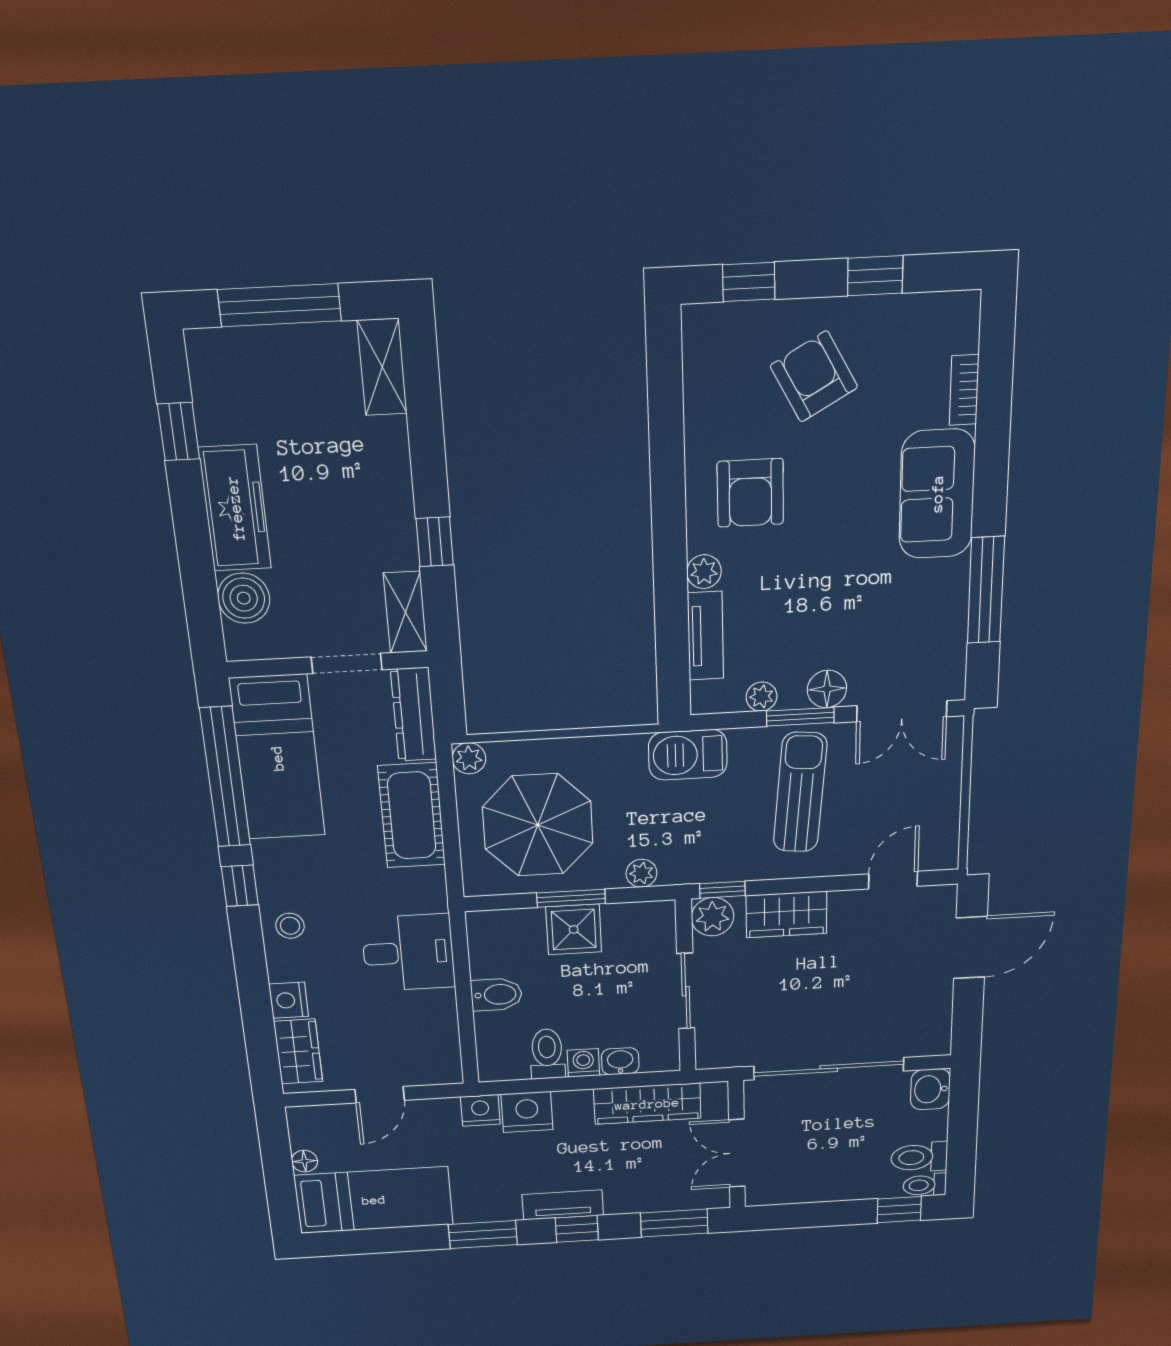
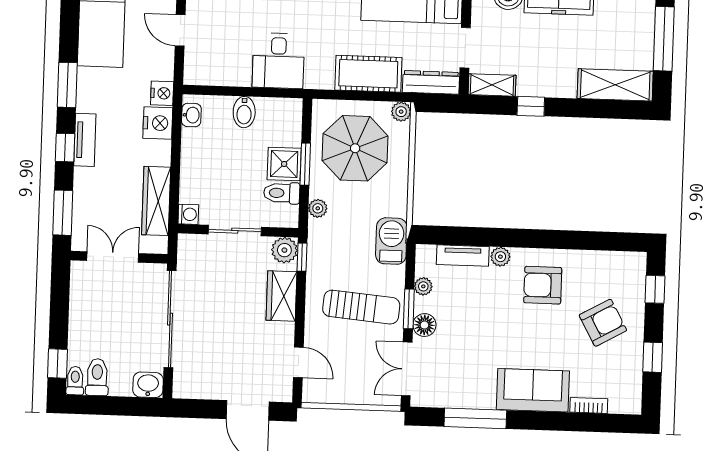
shelving: (382, 367) -> (615, 85), width x1.50, depth x1.33
toilet: (547, 1054) -> (282, 193), moved, turned 180
washbasin: (620, 1061) -> (191, 115), moved
washing machine: (583, 1063) -> (188, 214), moved

